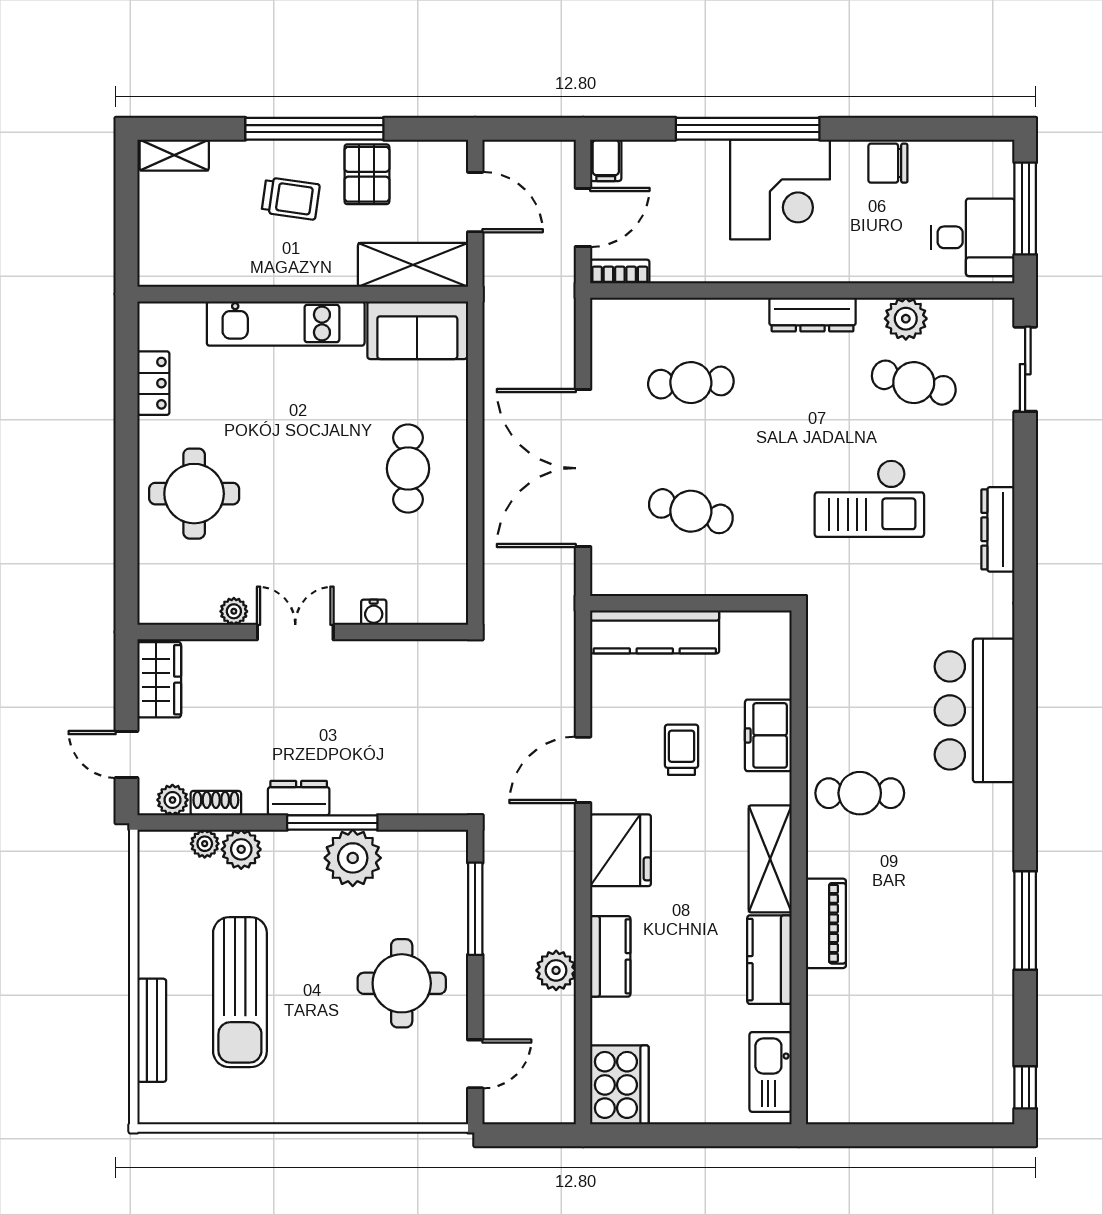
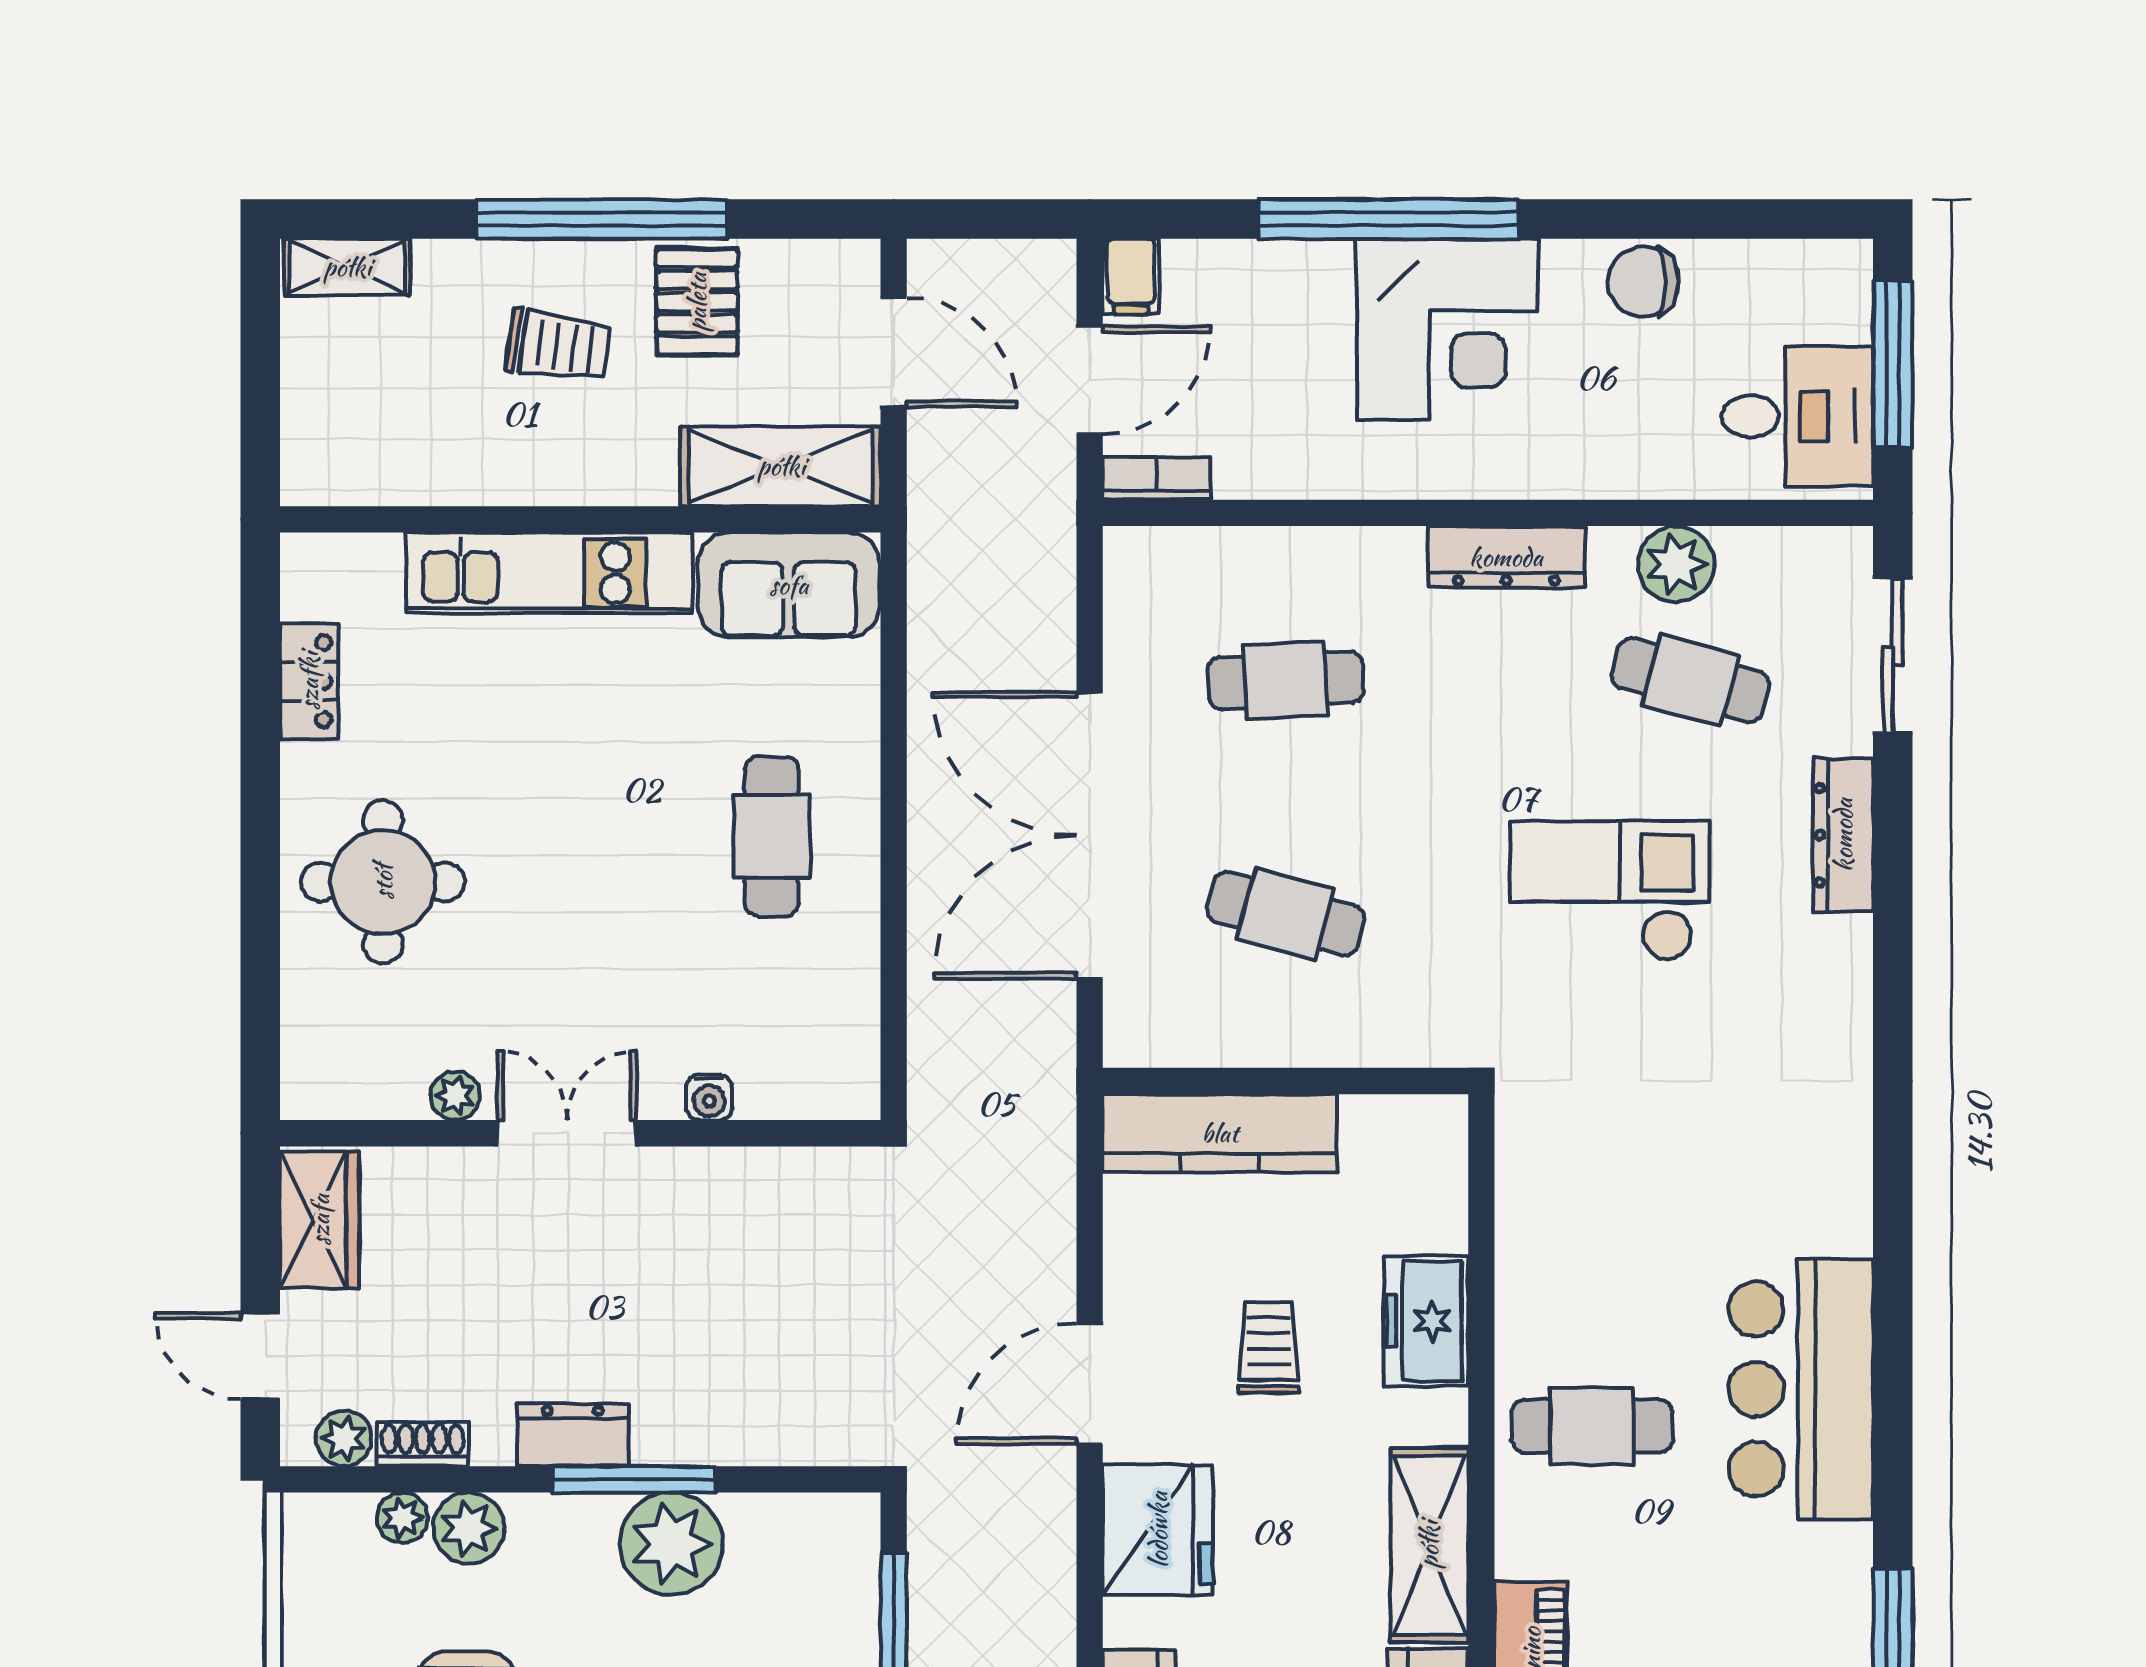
checkout: (869, 498) -> (1610, 891), turned 180
dresser: (998, 529) -> (1843, 835), moved
bar counter: (975, 710) -> (1801, 1389), moved

